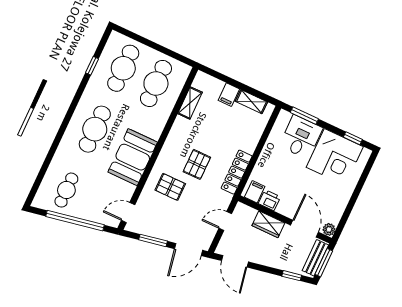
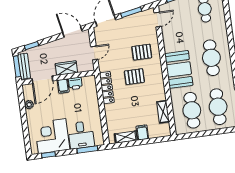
booth: (133, 157) -> (179, 69), moved
pallet: (197, 164) -> (134, 77), turned 90
filing cabinet: (255, 192) -> (63, 86), moved
door: (304, 229) -> (42, 80), hinge flipped
plant: (329, 229) -> (29, 105), moved

